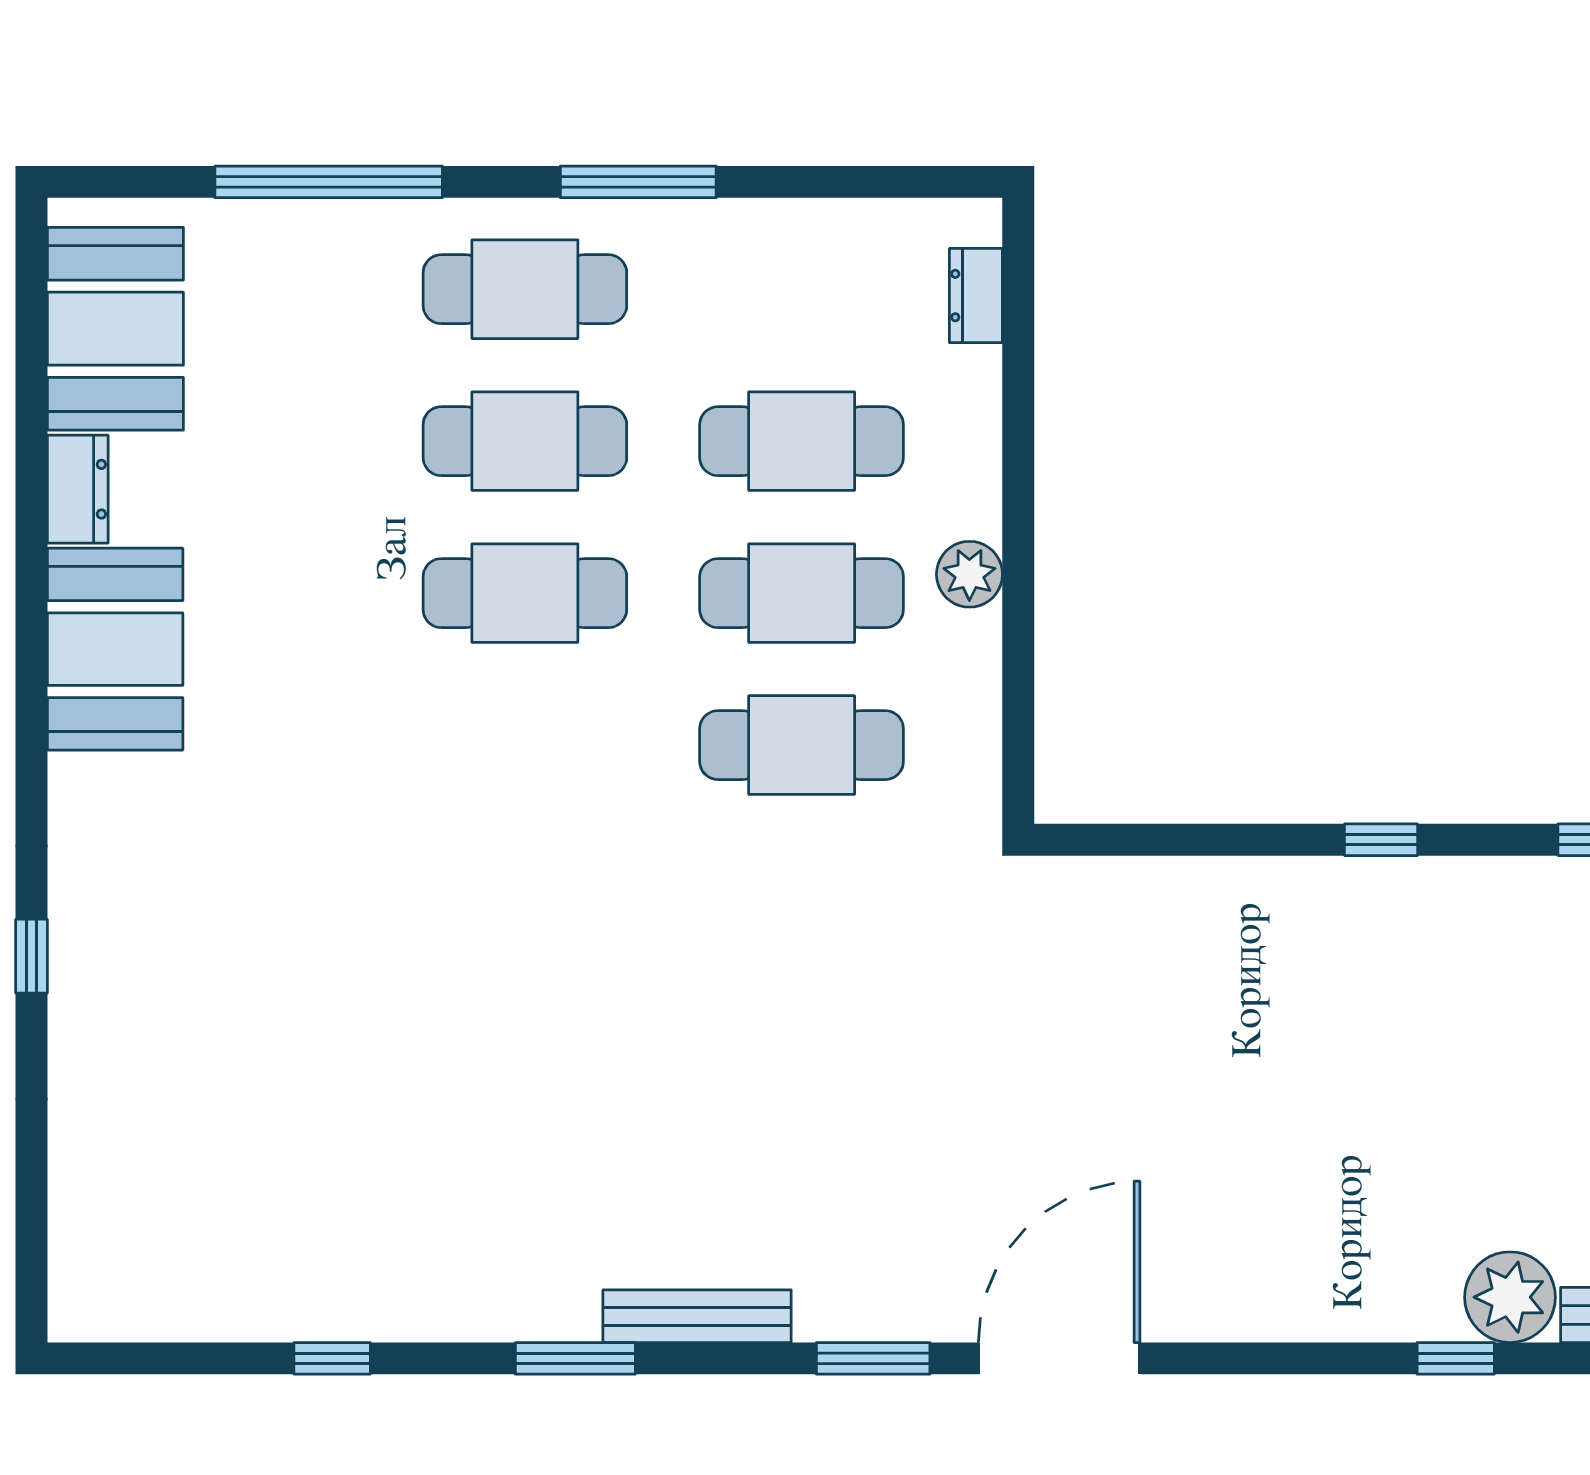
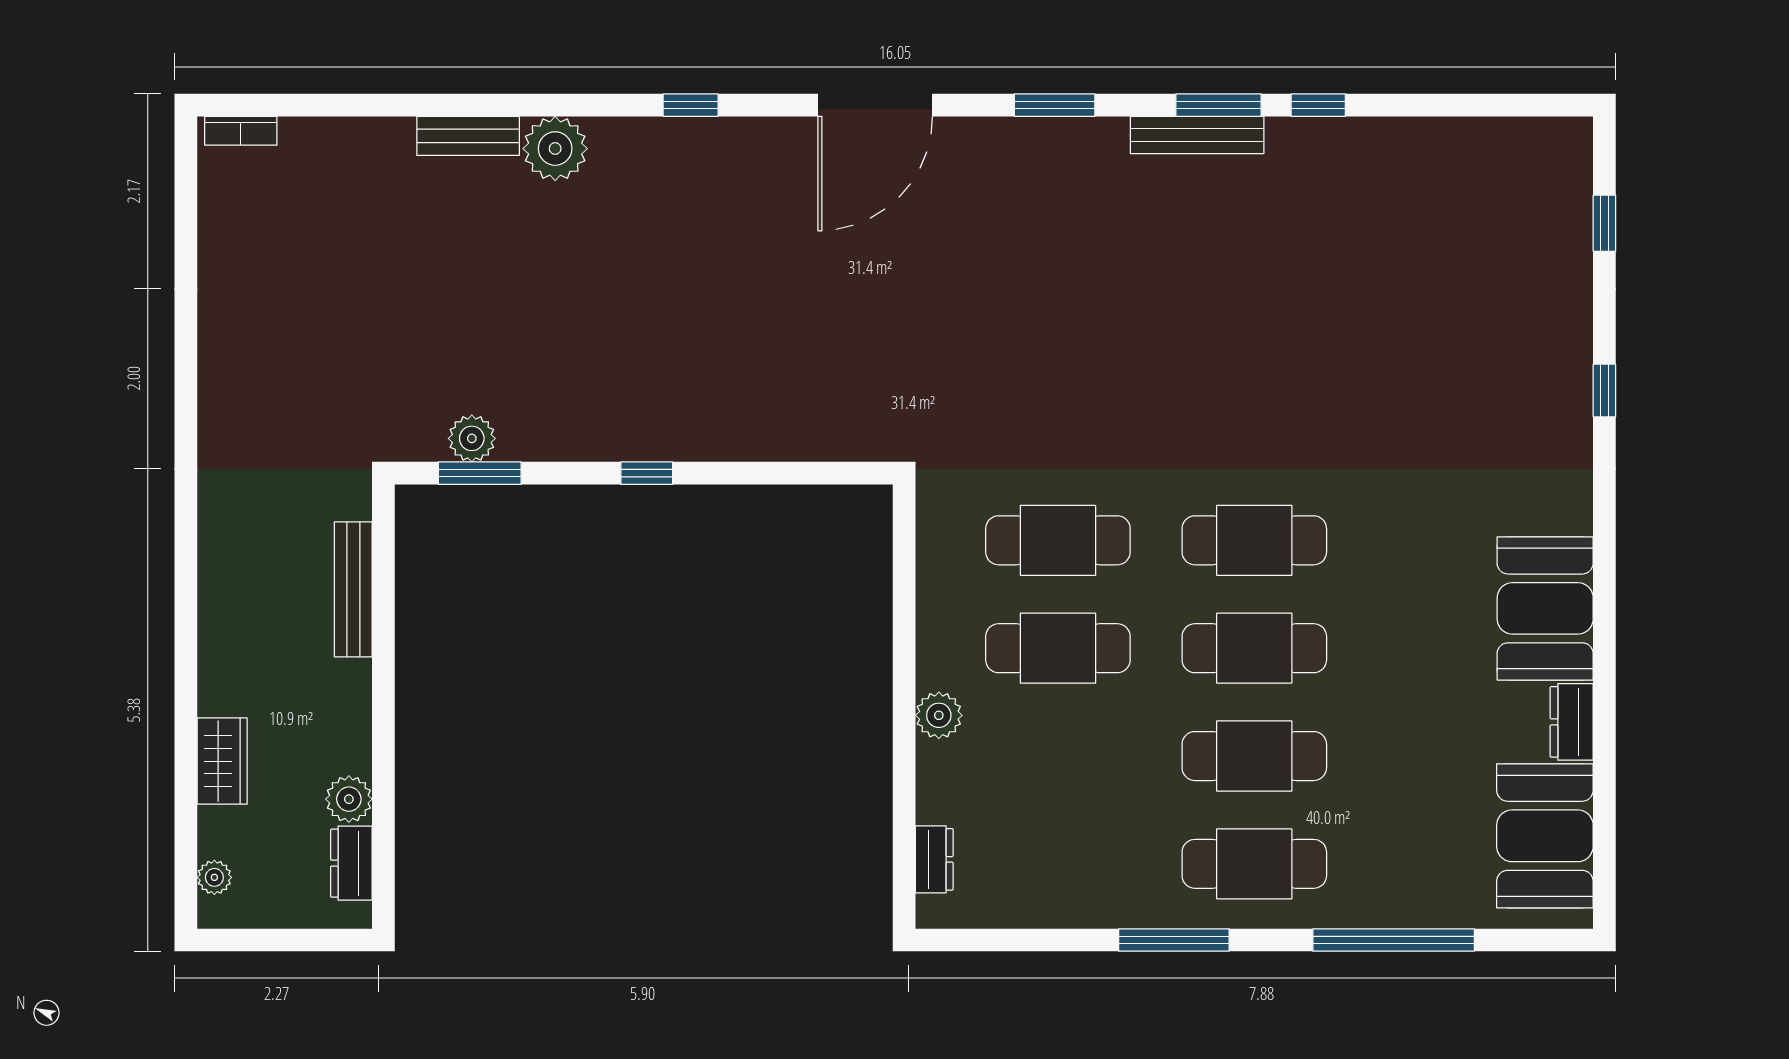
cafe table: (802, 441) -> (1254, 540), moved
plant: (969, 574) -> (939, 715), moved
window: (32, 1192) -> (1604, 223), added
bench: (697, 1316) -> (1197, 135), moved
window: (332, 1358) -> (1318, 105), moved
window: (873, 1358) -> (1055, 105), moved
window: (1456, 1358) -> (691, 105), moved

